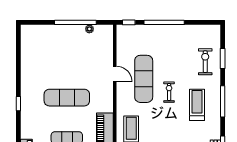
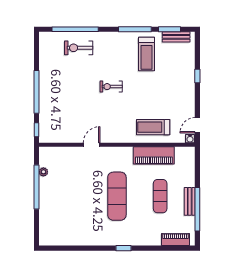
window: (223, 58) -> (75, 29), width x2.11
exercise mat: (144, 79) -> (97, 114), removed
window: (223, 101) -> (135, 29), moved
treadmill: (197, 105) -> (147, 54), moved, turned -90

